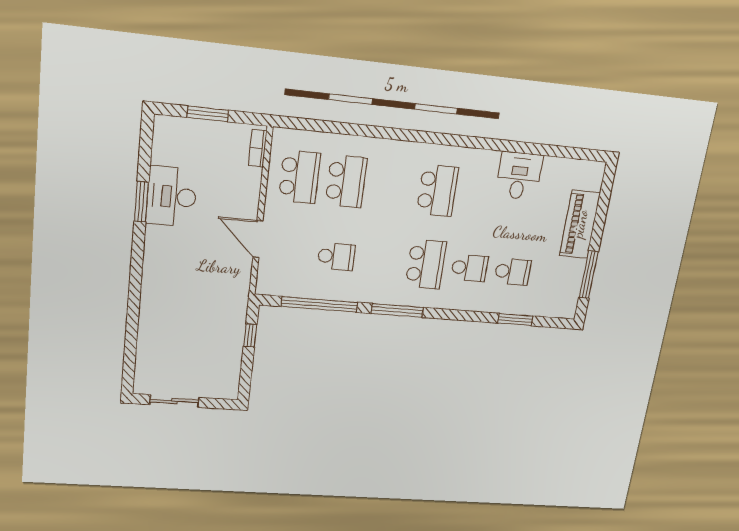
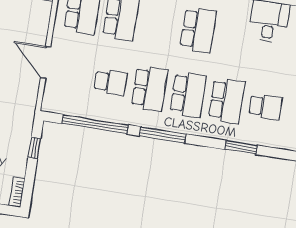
school desk: (381, 260) -> (149, 88), added
school desk: (469, 268) -> (227, 101), width x1.85
window: (515, 320) -> (241, 147), moved
bookcase: (233, 384) -> (17, 192), added

